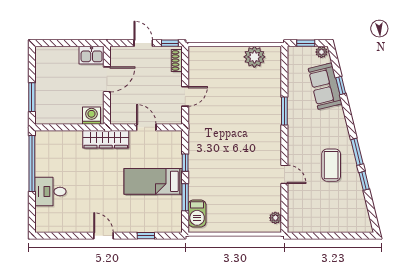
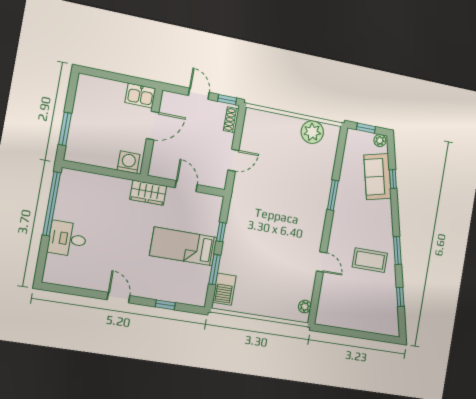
wardrobe: (106, 139) -> (148, 193), width x0.67
coffee table: (331, 165) -> (370, 260), turned 90
window: (364, 181) -> (400, 297), moved

